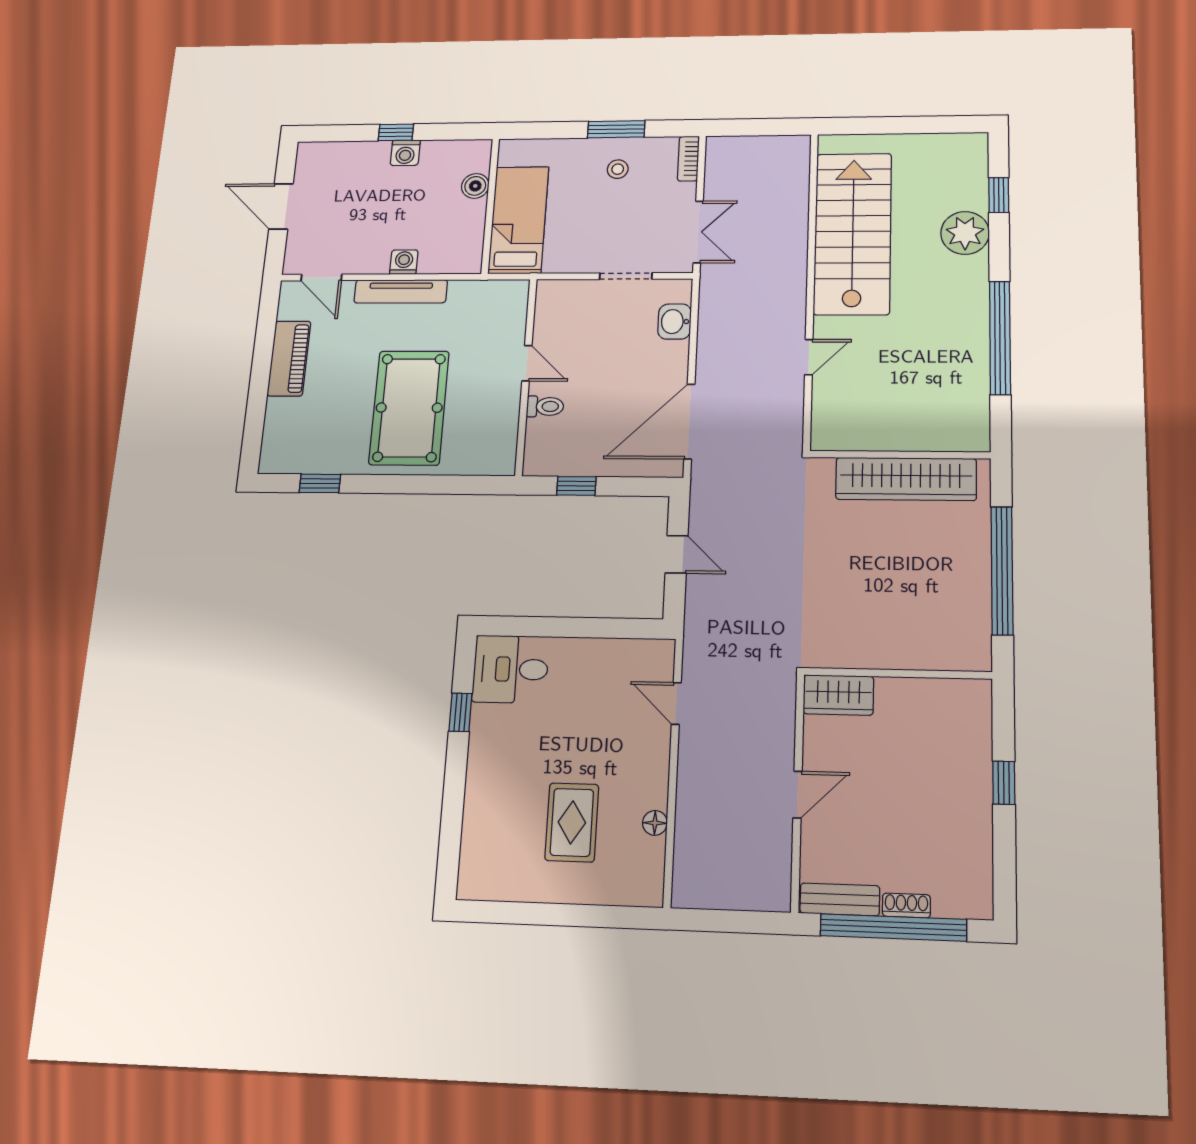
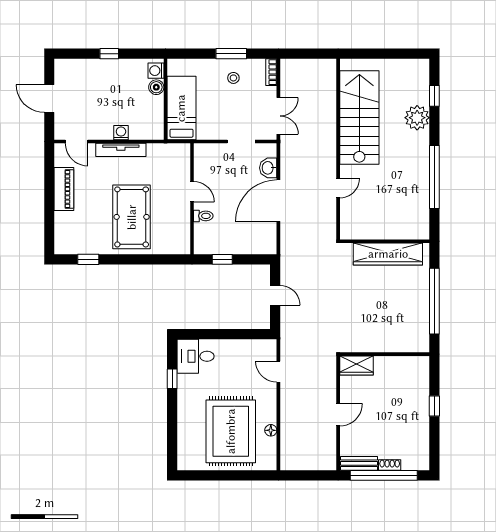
washing machine: (405, 153) -> (156, 71), moved, turned 90
door: (689, 421) -> (278, 201), moved
rug: (572, 822) -> (231, 431), width x1.86, depth x2.06

